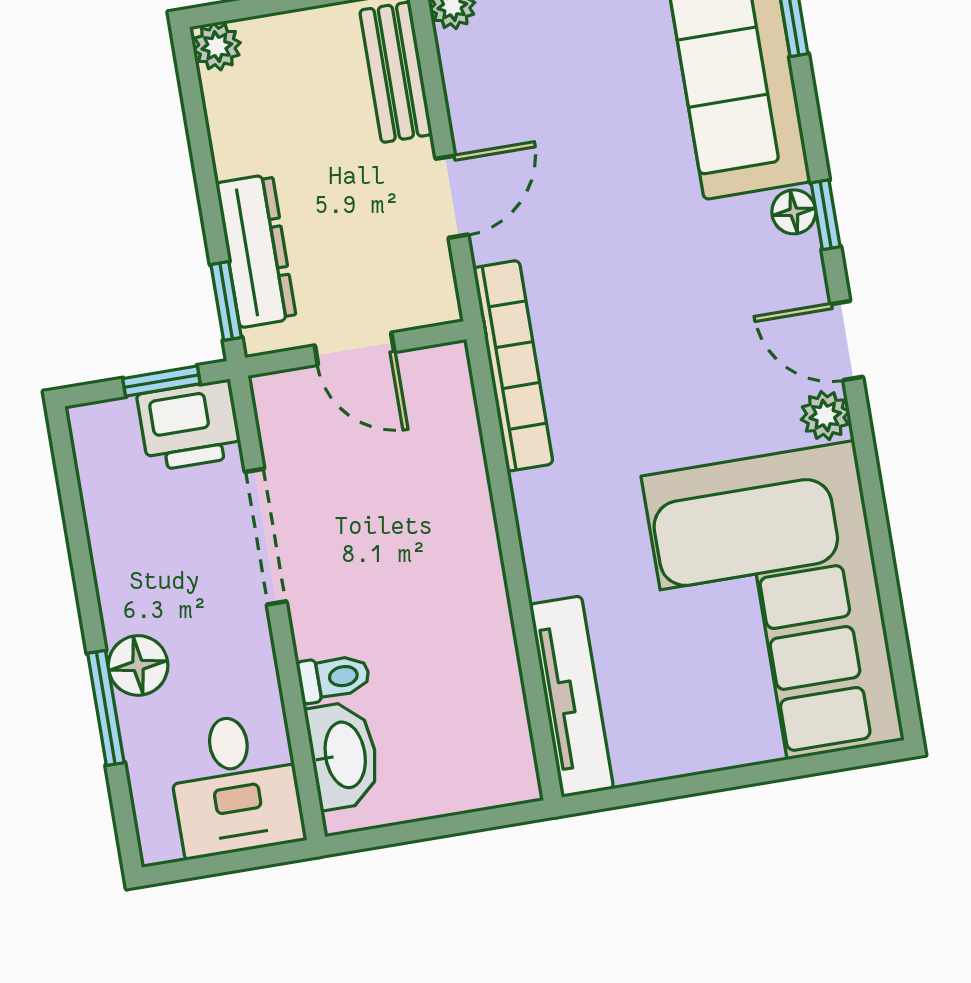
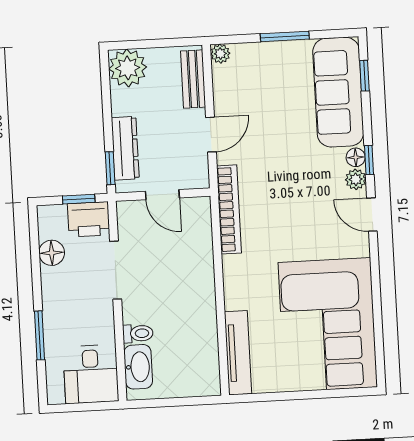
plant: (217, 47) -> (128, 68), width x1.88, depth x1.88
plant: (825, 416) -> (356, 179), moved
floor lamp: (138, 665) -> (52, 253), moved

